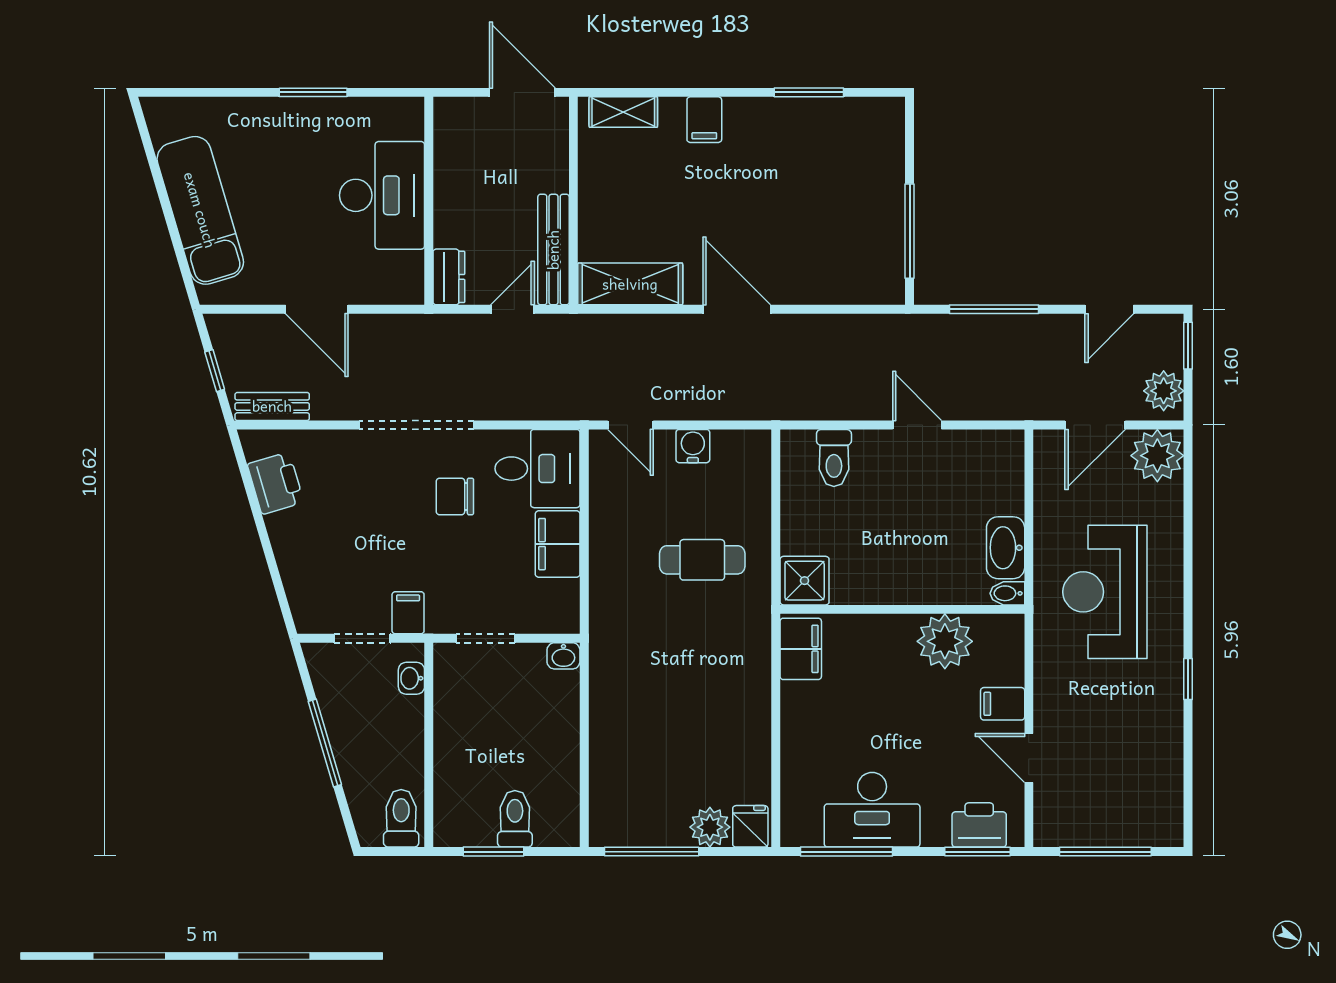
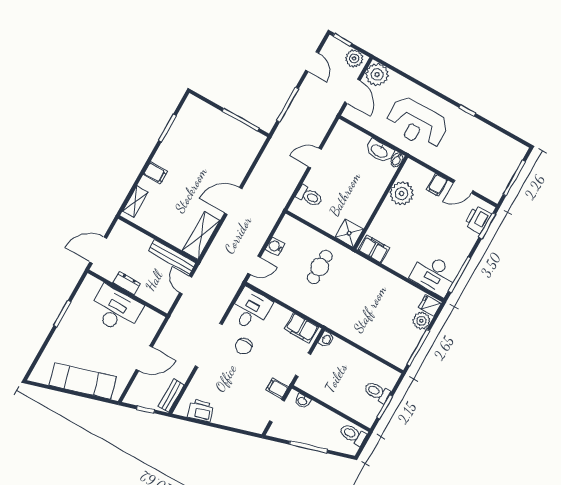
door: (522, 92) -> (98, 250), moved
dresser: (449, 277) -> (127, 283), moved
filing cabinet: (558, 544) -> (301, 328), moved
desk: (872, 810) -> (434, 275), moved, turned 90

